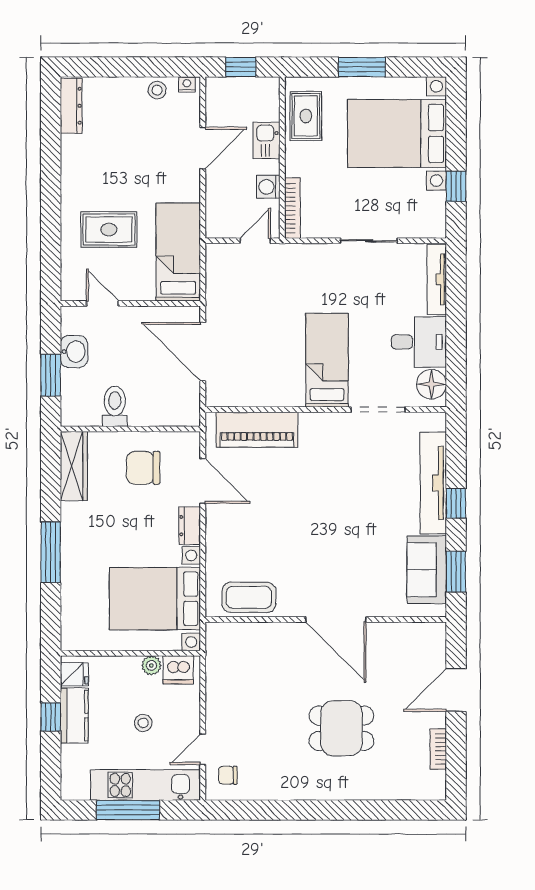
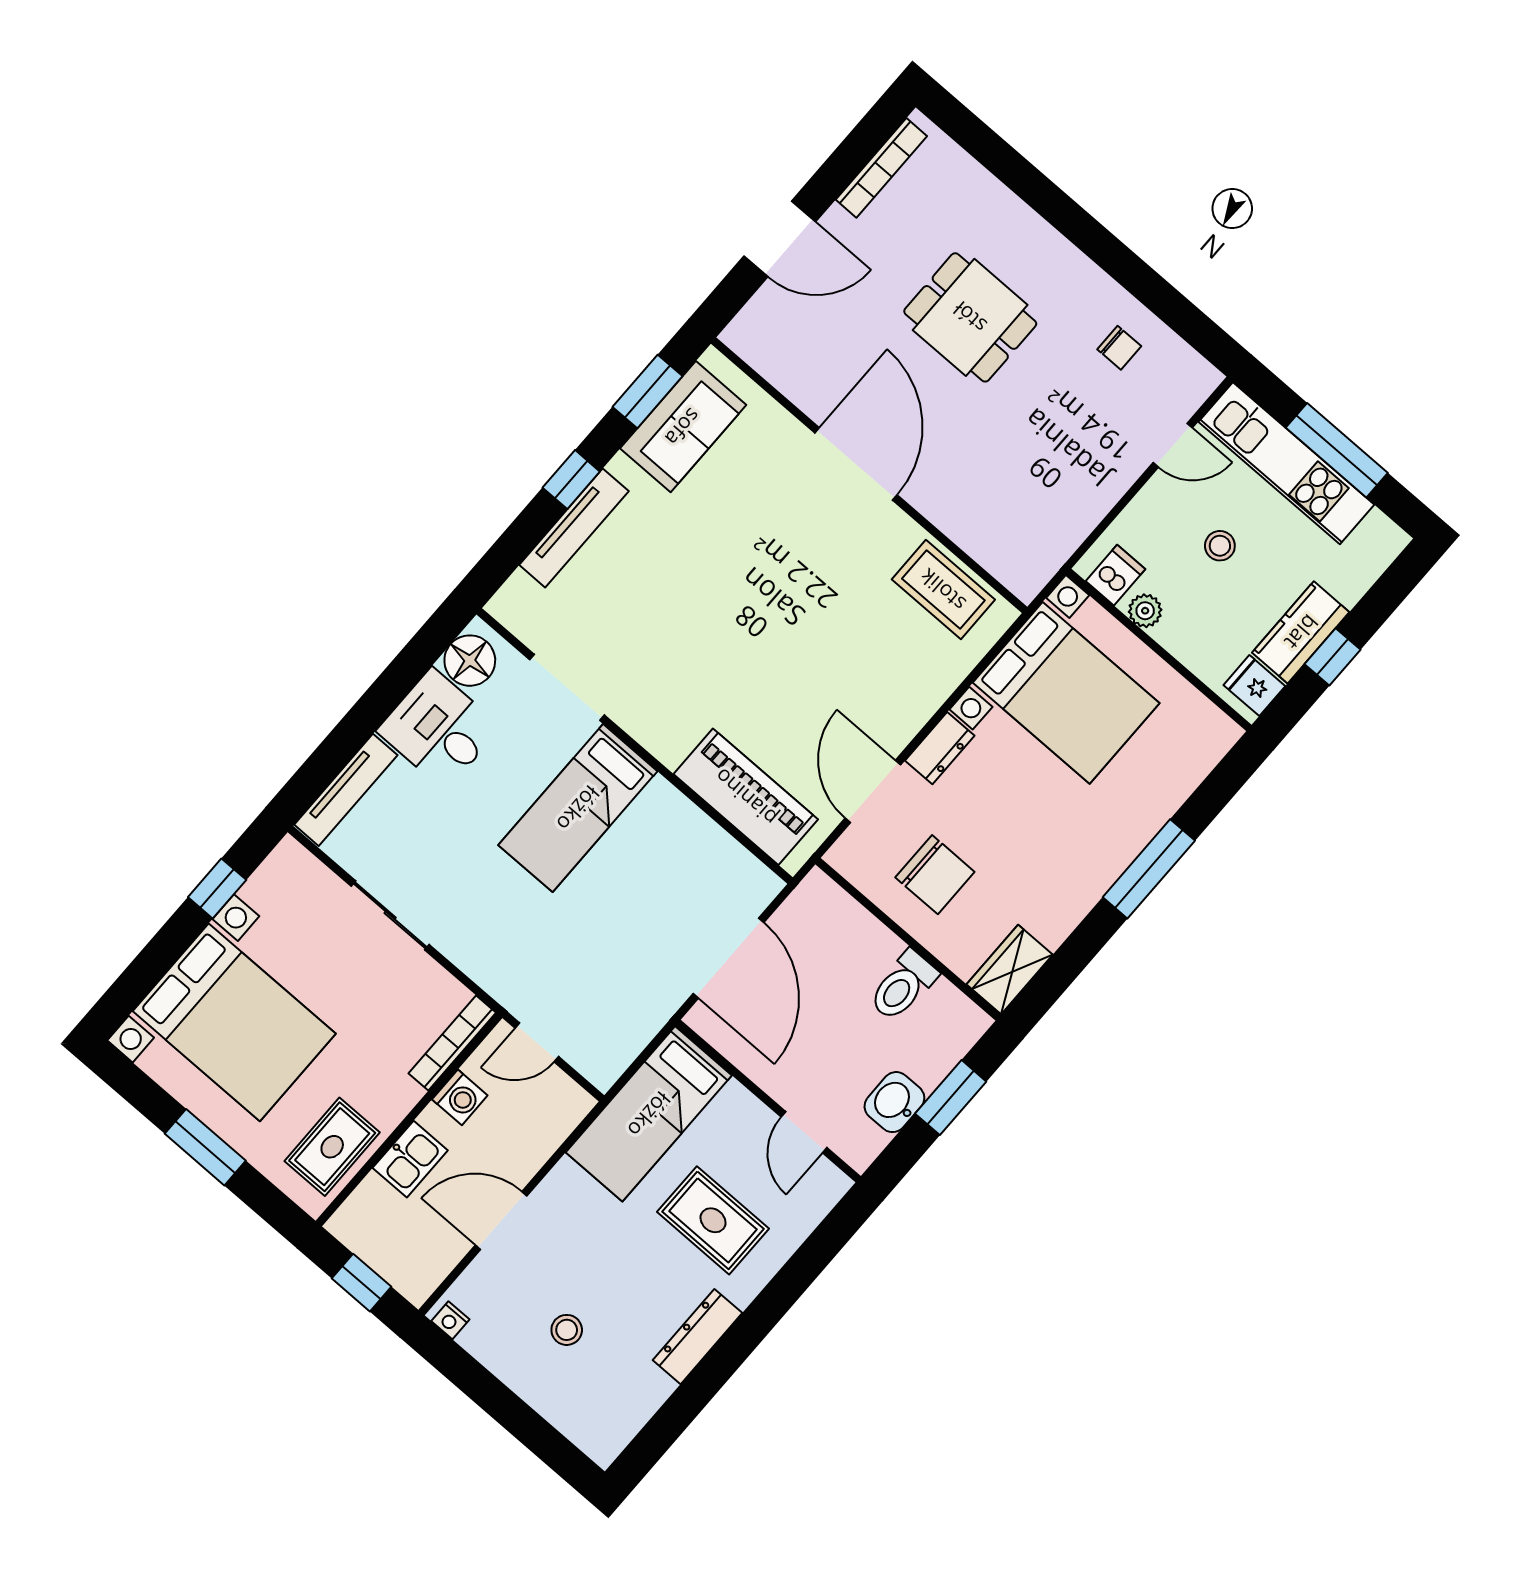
stool: (157, 90) -> (567, 1330), moved
dresser: (71, 106) -> (698, 1337), moved
wardrobe: (74, 466) -> (1010, 969), width x0.67
tv unit: (433, 483) -> (574, 528), width x0.73, depth x0.78
dishwasher: (178, 670) -> (1115, 575), width x0.73
bookcase: (438, 749) -> (881, 168), width x1.56
chair: (228, 775) -> (1119, 348), moved

